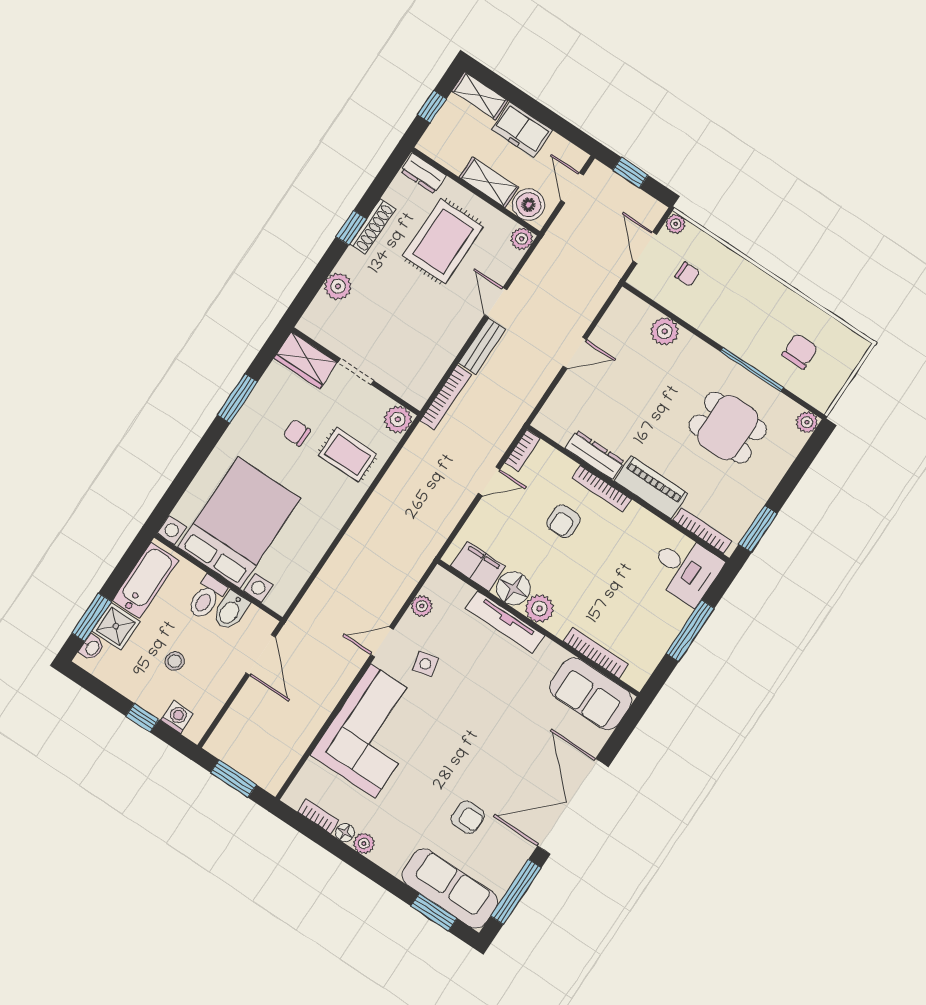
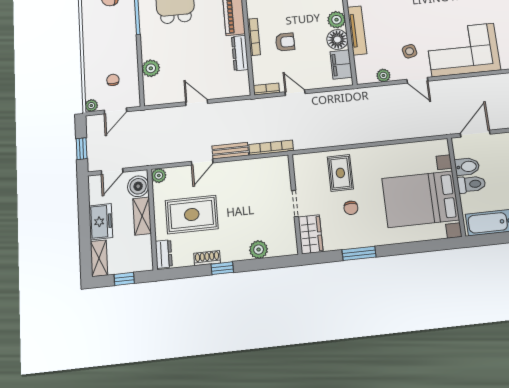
shoe rack: (373, 226) -> (207, 258), width x0.70
plant: (398, 419) -> (302, 162), removed

